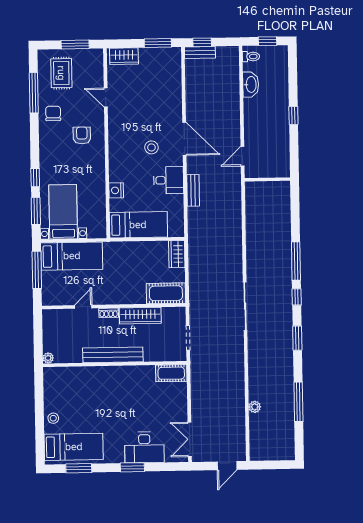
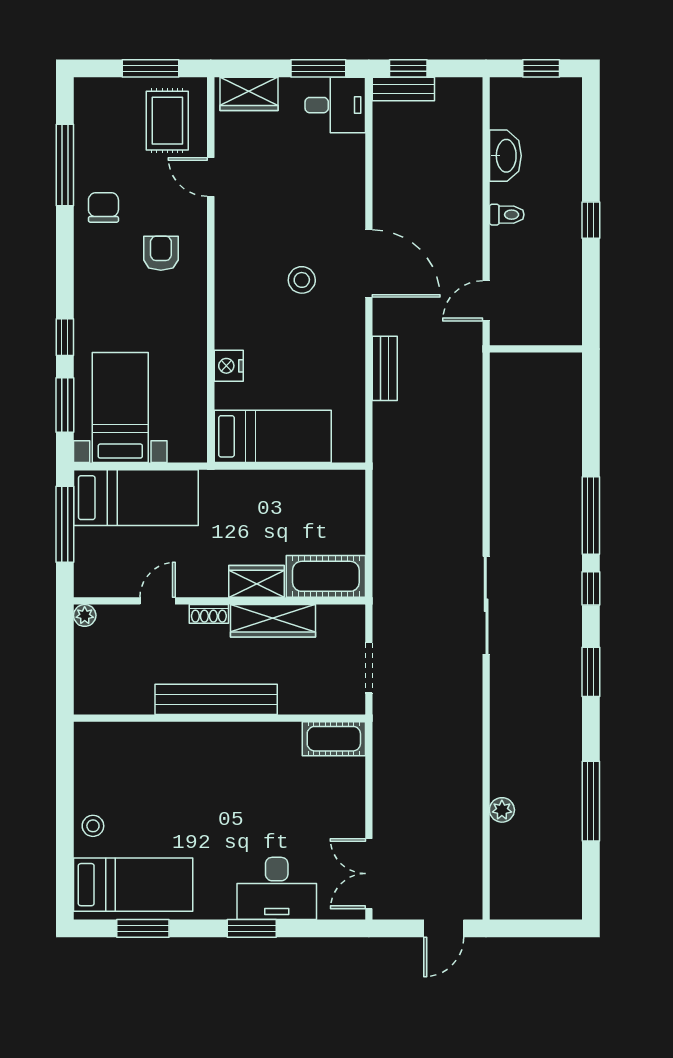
toilet: (251, 57) -> (507, 215), moved
rug: (61, 73) -> (167, 121), moved
desk: (169, 180) -> (335, 105), moved
wardrobe: (177, 254) -> (256, 581), moved, turned 90
plant: (48, 358) -> (85, 615), moved

